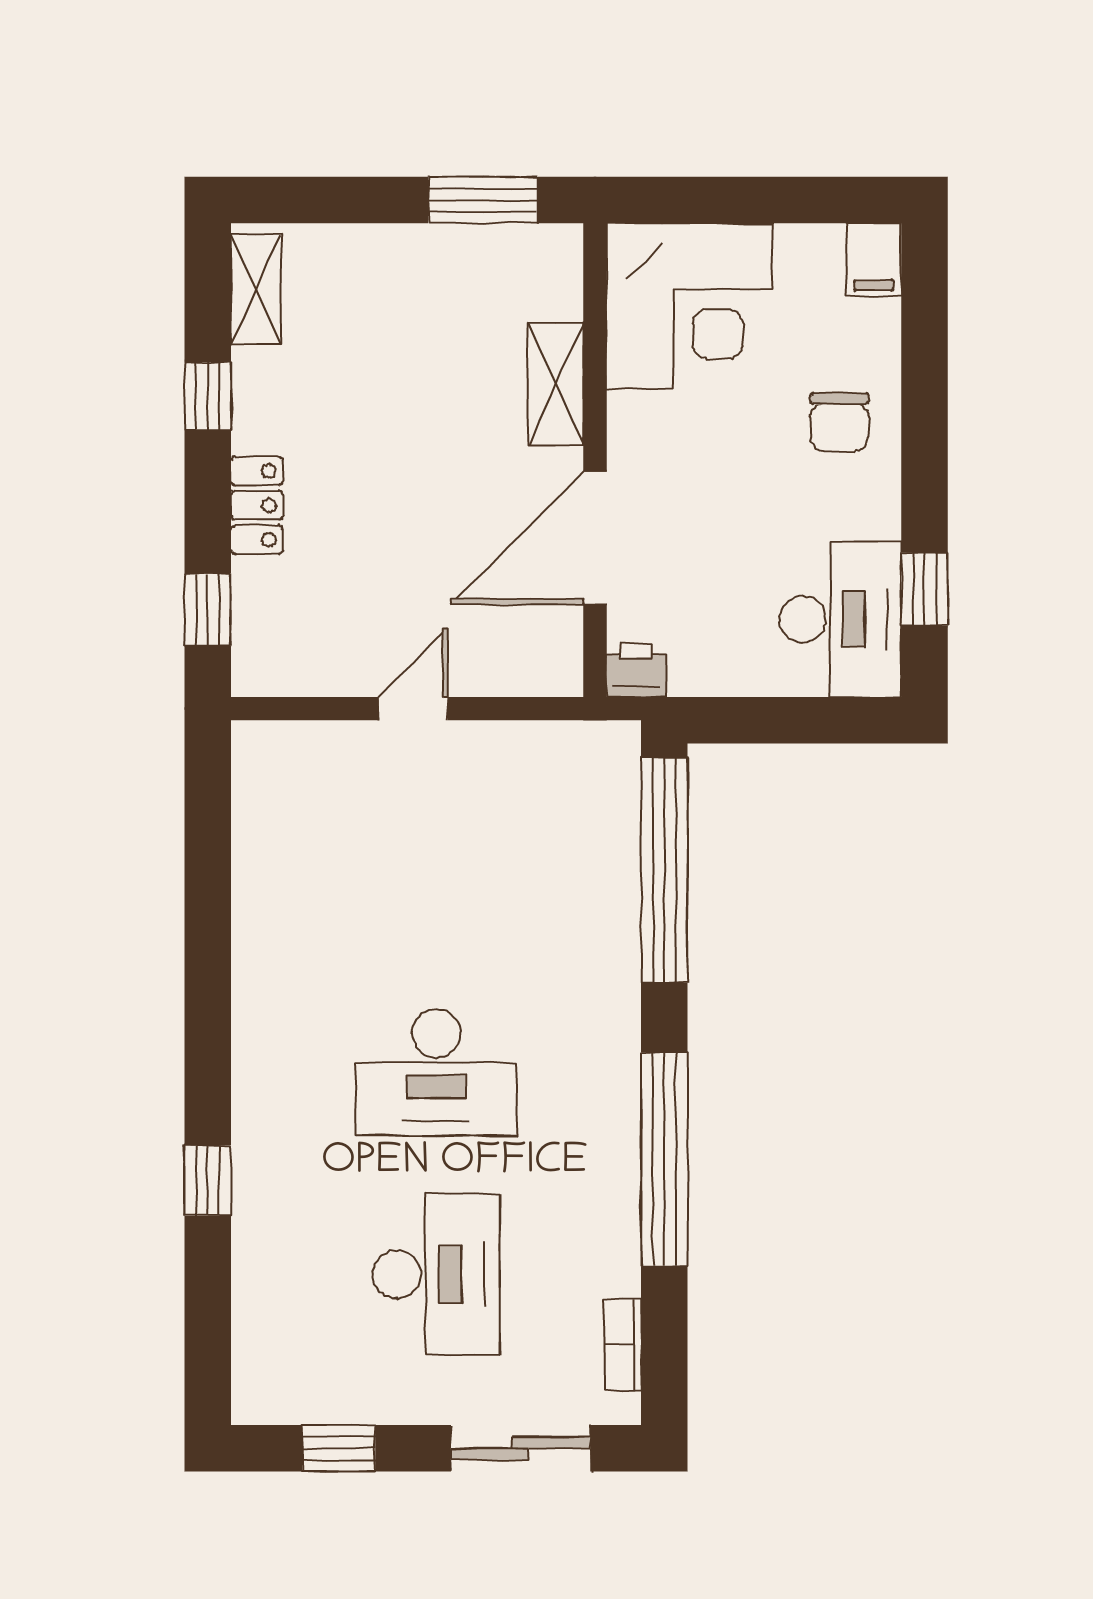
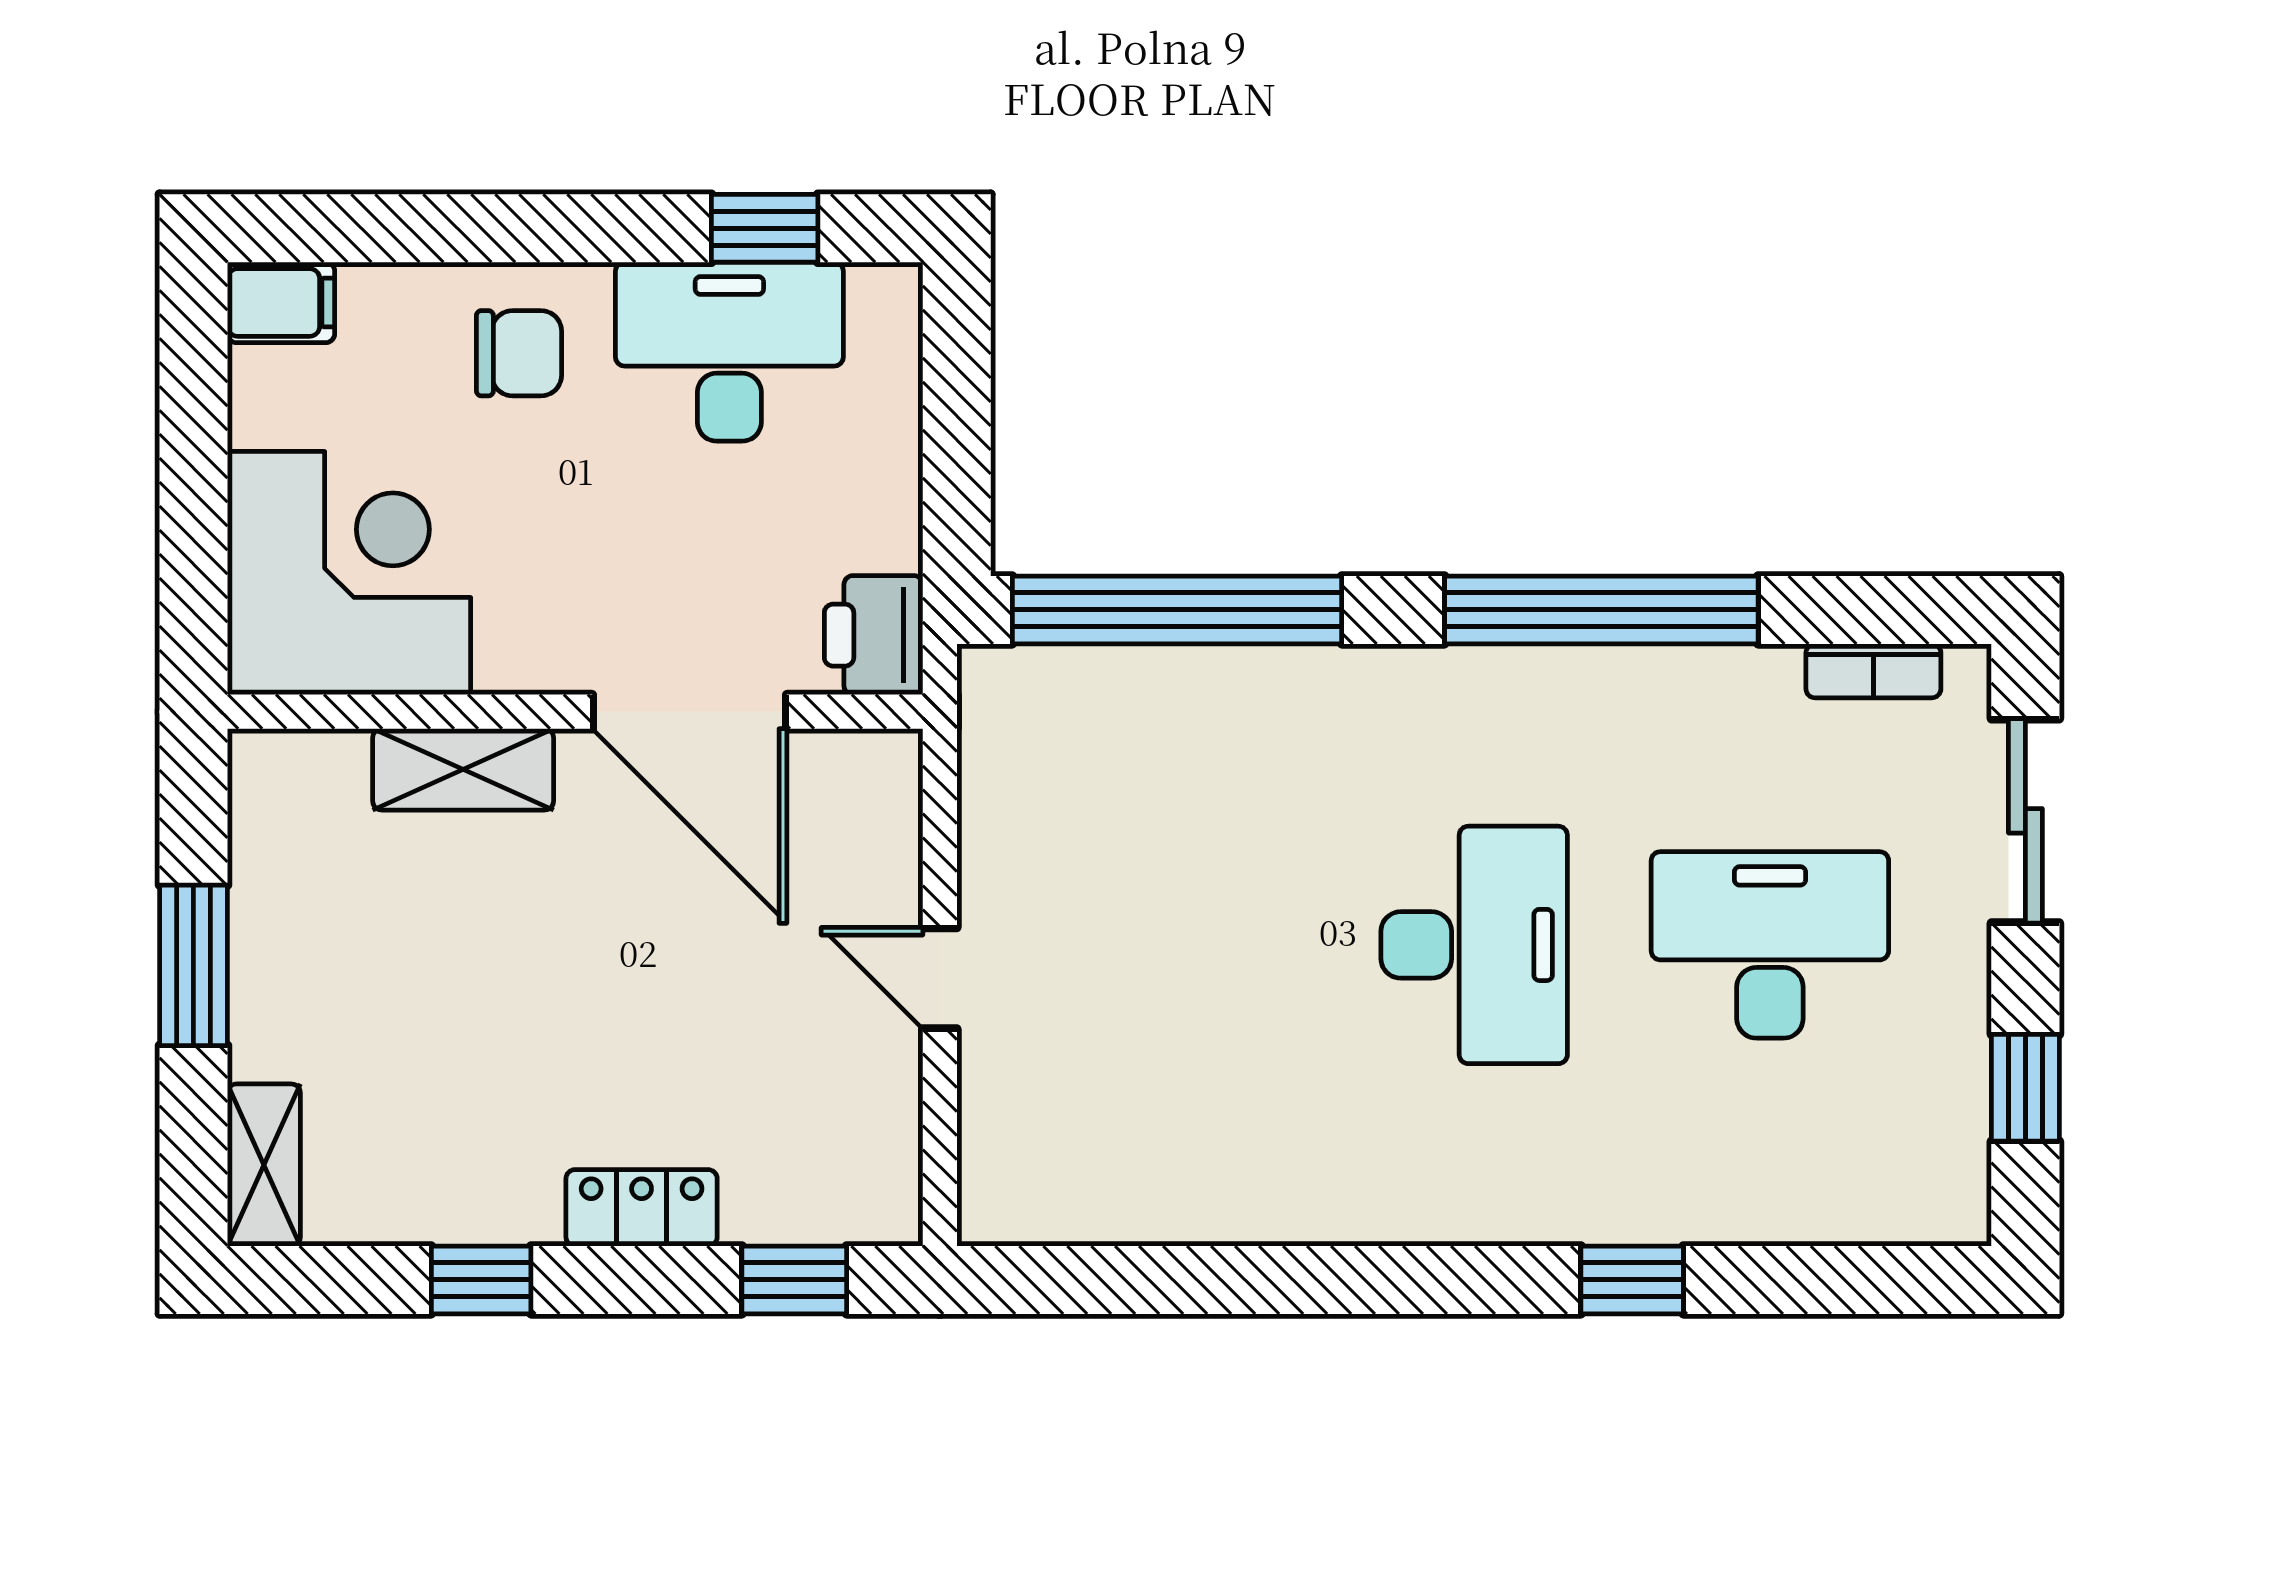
window: (483, 200) -> (193, 965), moved
shelving: (256, 289) -> (264, 1165), moved, turned 90
desk: (840, 619) -> (729, 352), moved
printer: (636, 670) -> (874, 635), width x1.36, depth x1.24

